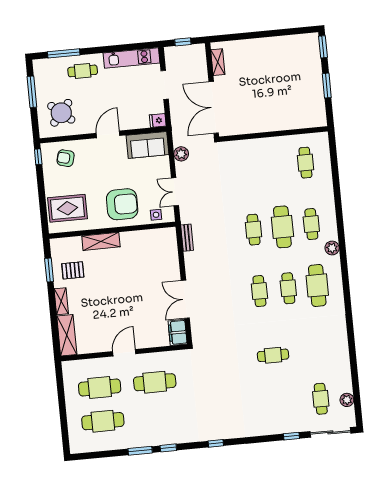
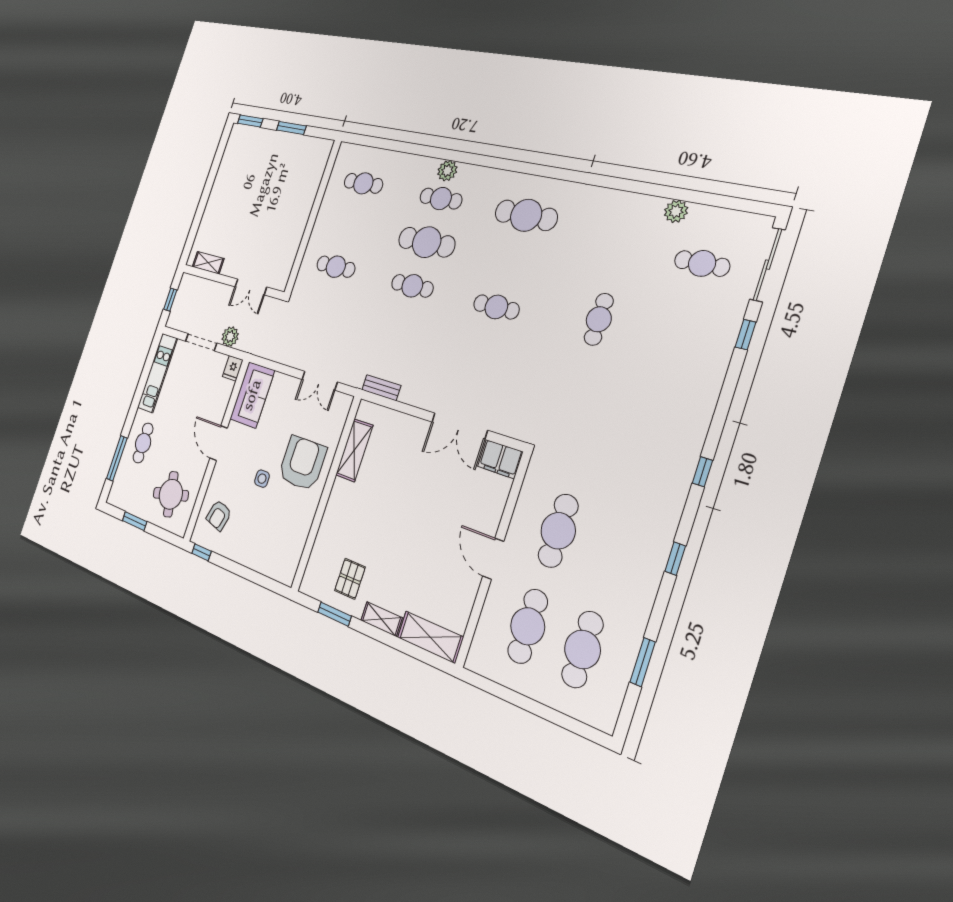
window: (32, 92) -> (135, 521), width x0.69
double door: (214, 107) -> (251, 287), width x0.54
round table: (61, 113) -> (171, 494), turned 37
plant: (181, 154) -> (230, 337), moved
rug: (67, 208) -> (274, 544), removed
side table: (156, 215) -> (262, 479), moved
shelving: (101, 241) -> (354, 450), moved
plant: (332, 248) -> (447, 171), moved
cafe table: (288, 288) -> (336, 267), moved
plant: (347, 400) -> (676, 211), moved
window: (140, 451) -> (643, 662), moved

